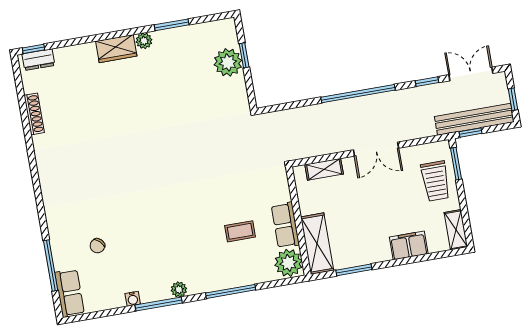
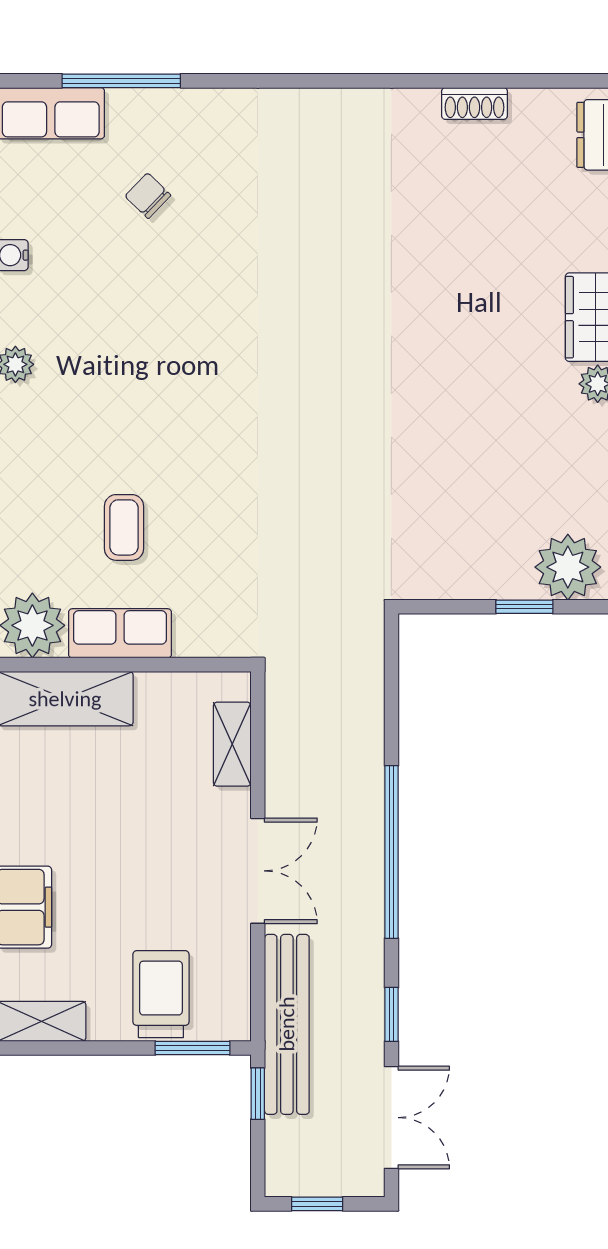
plant: (228, 62) -> (568, 567), moved
shoe rack: (34, 114) -> (474, 103), width x0.70
bench: (474, 119) -> (287, 1024), moved
double door: (376, 149) -> (258, 871), swing flipped
trolley: (435, 181) -> (161, 994), turned 90

